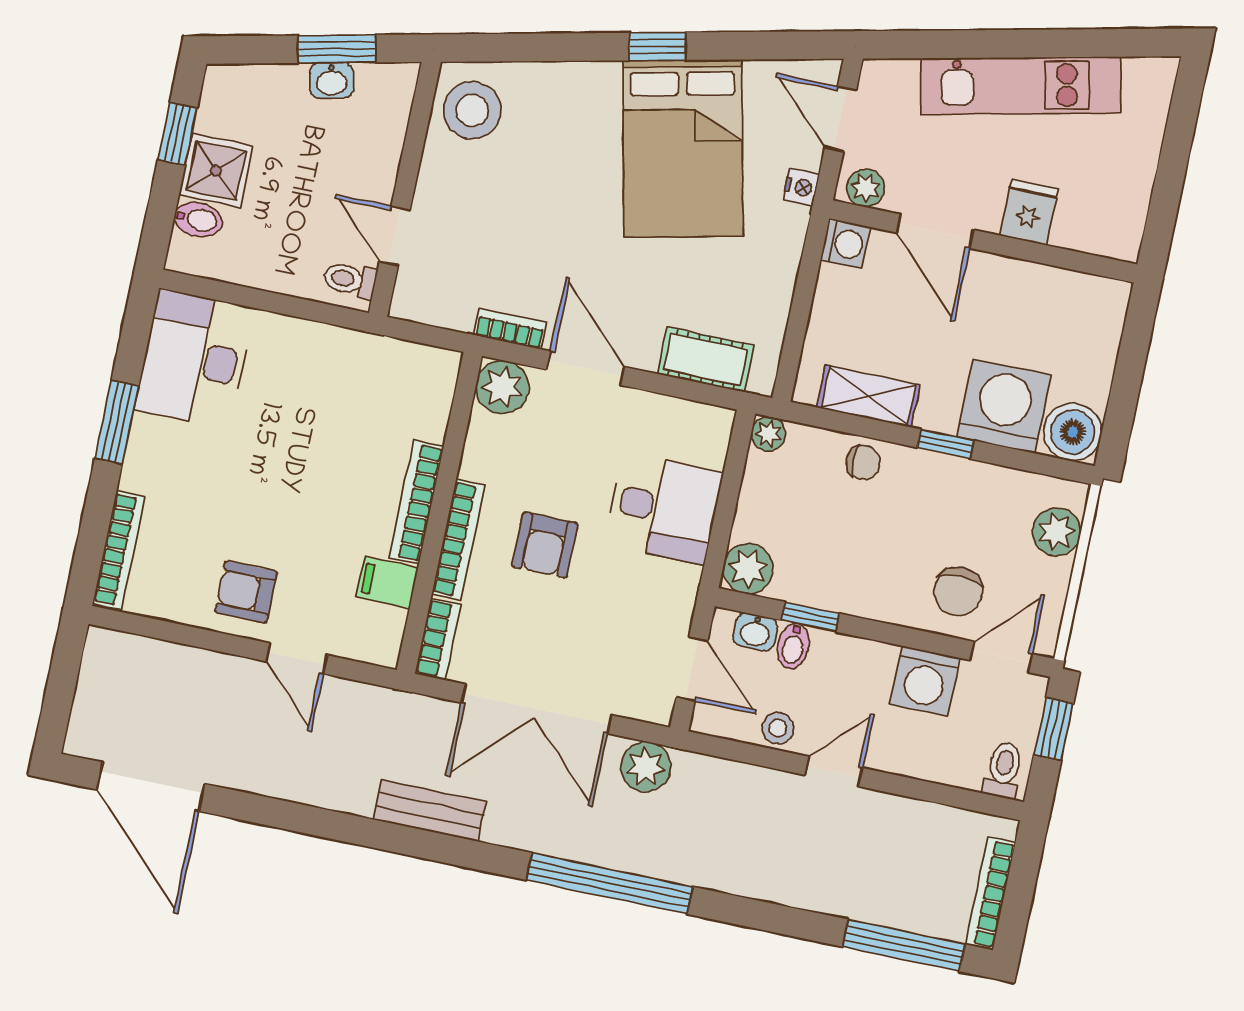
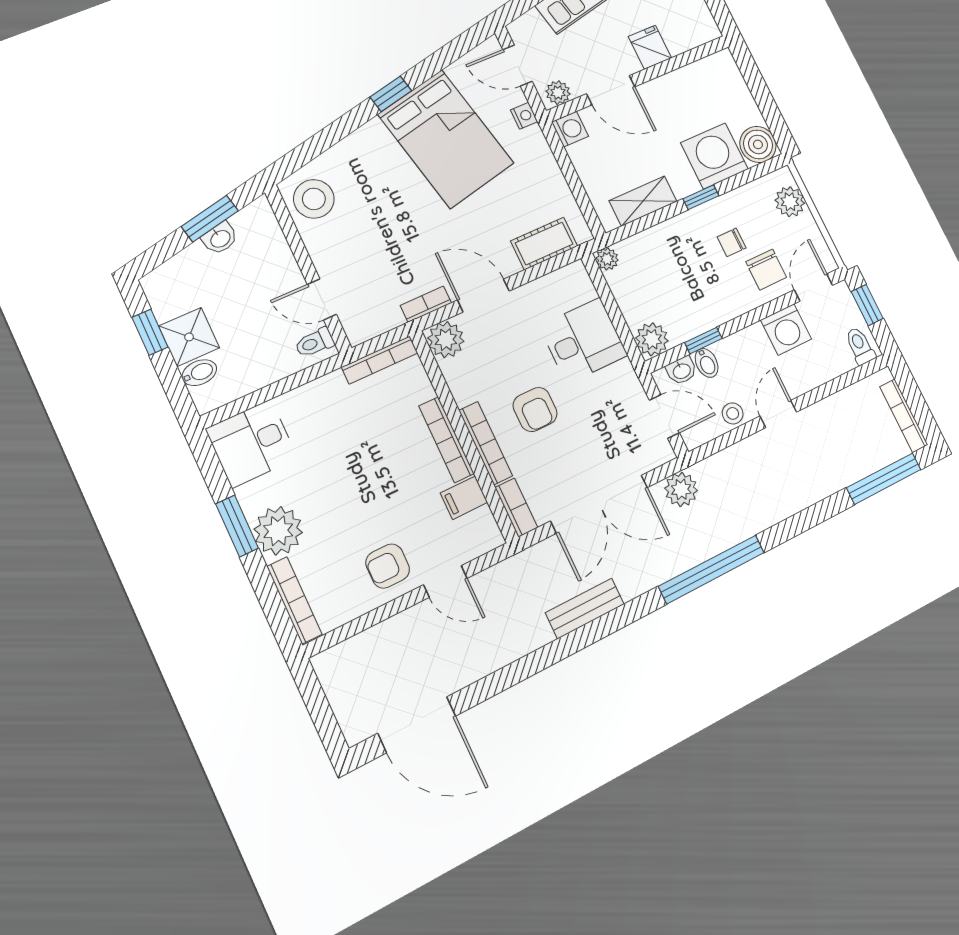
bookcase: (409, 354) -> (380, 360), added
desk: (194, 359) -> (252, 443), width x0.73
plant: (157, 461) -> (278, 531), added
chair: (863, 463) -> (732, 242), moved, turned 180

